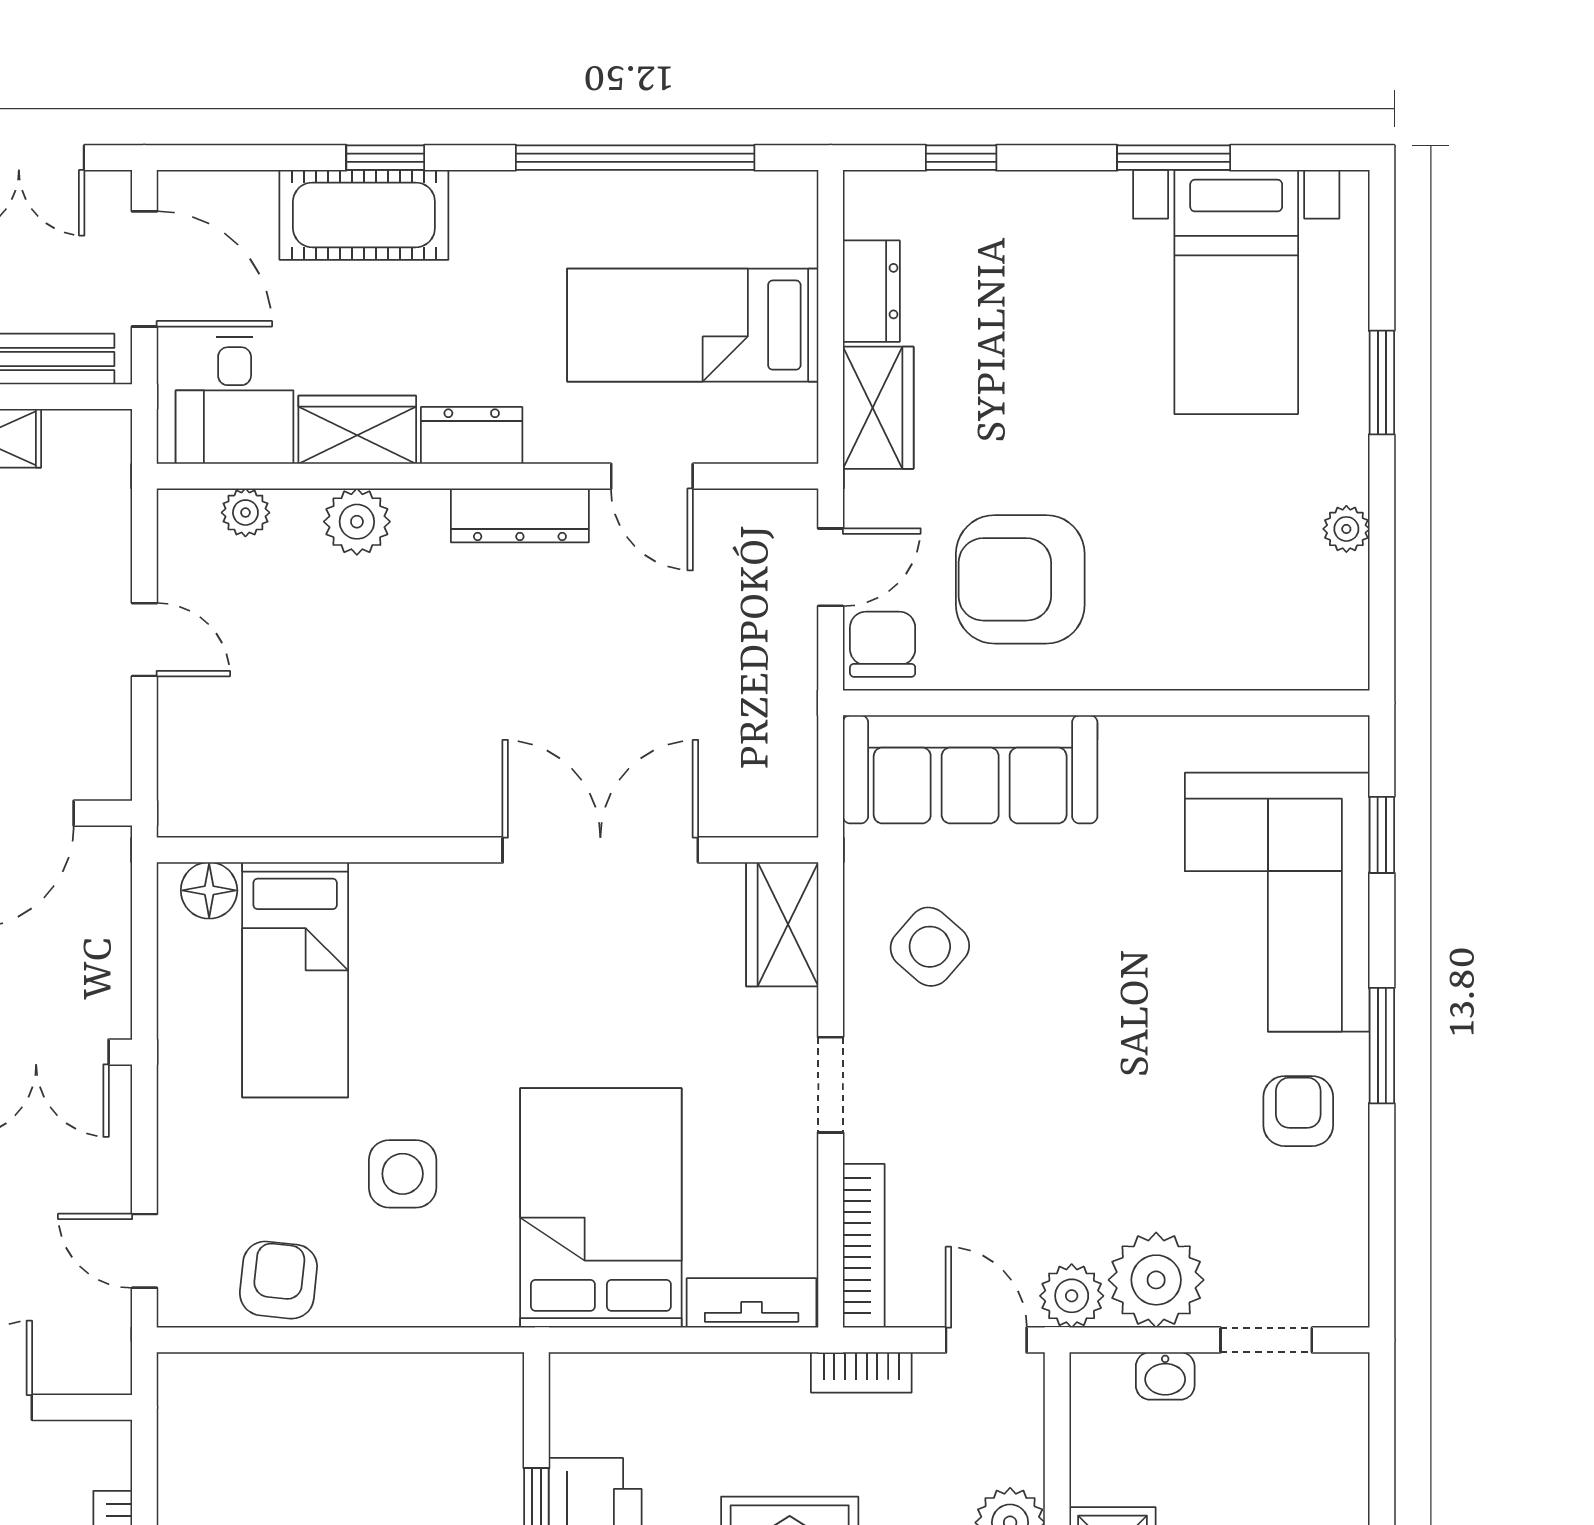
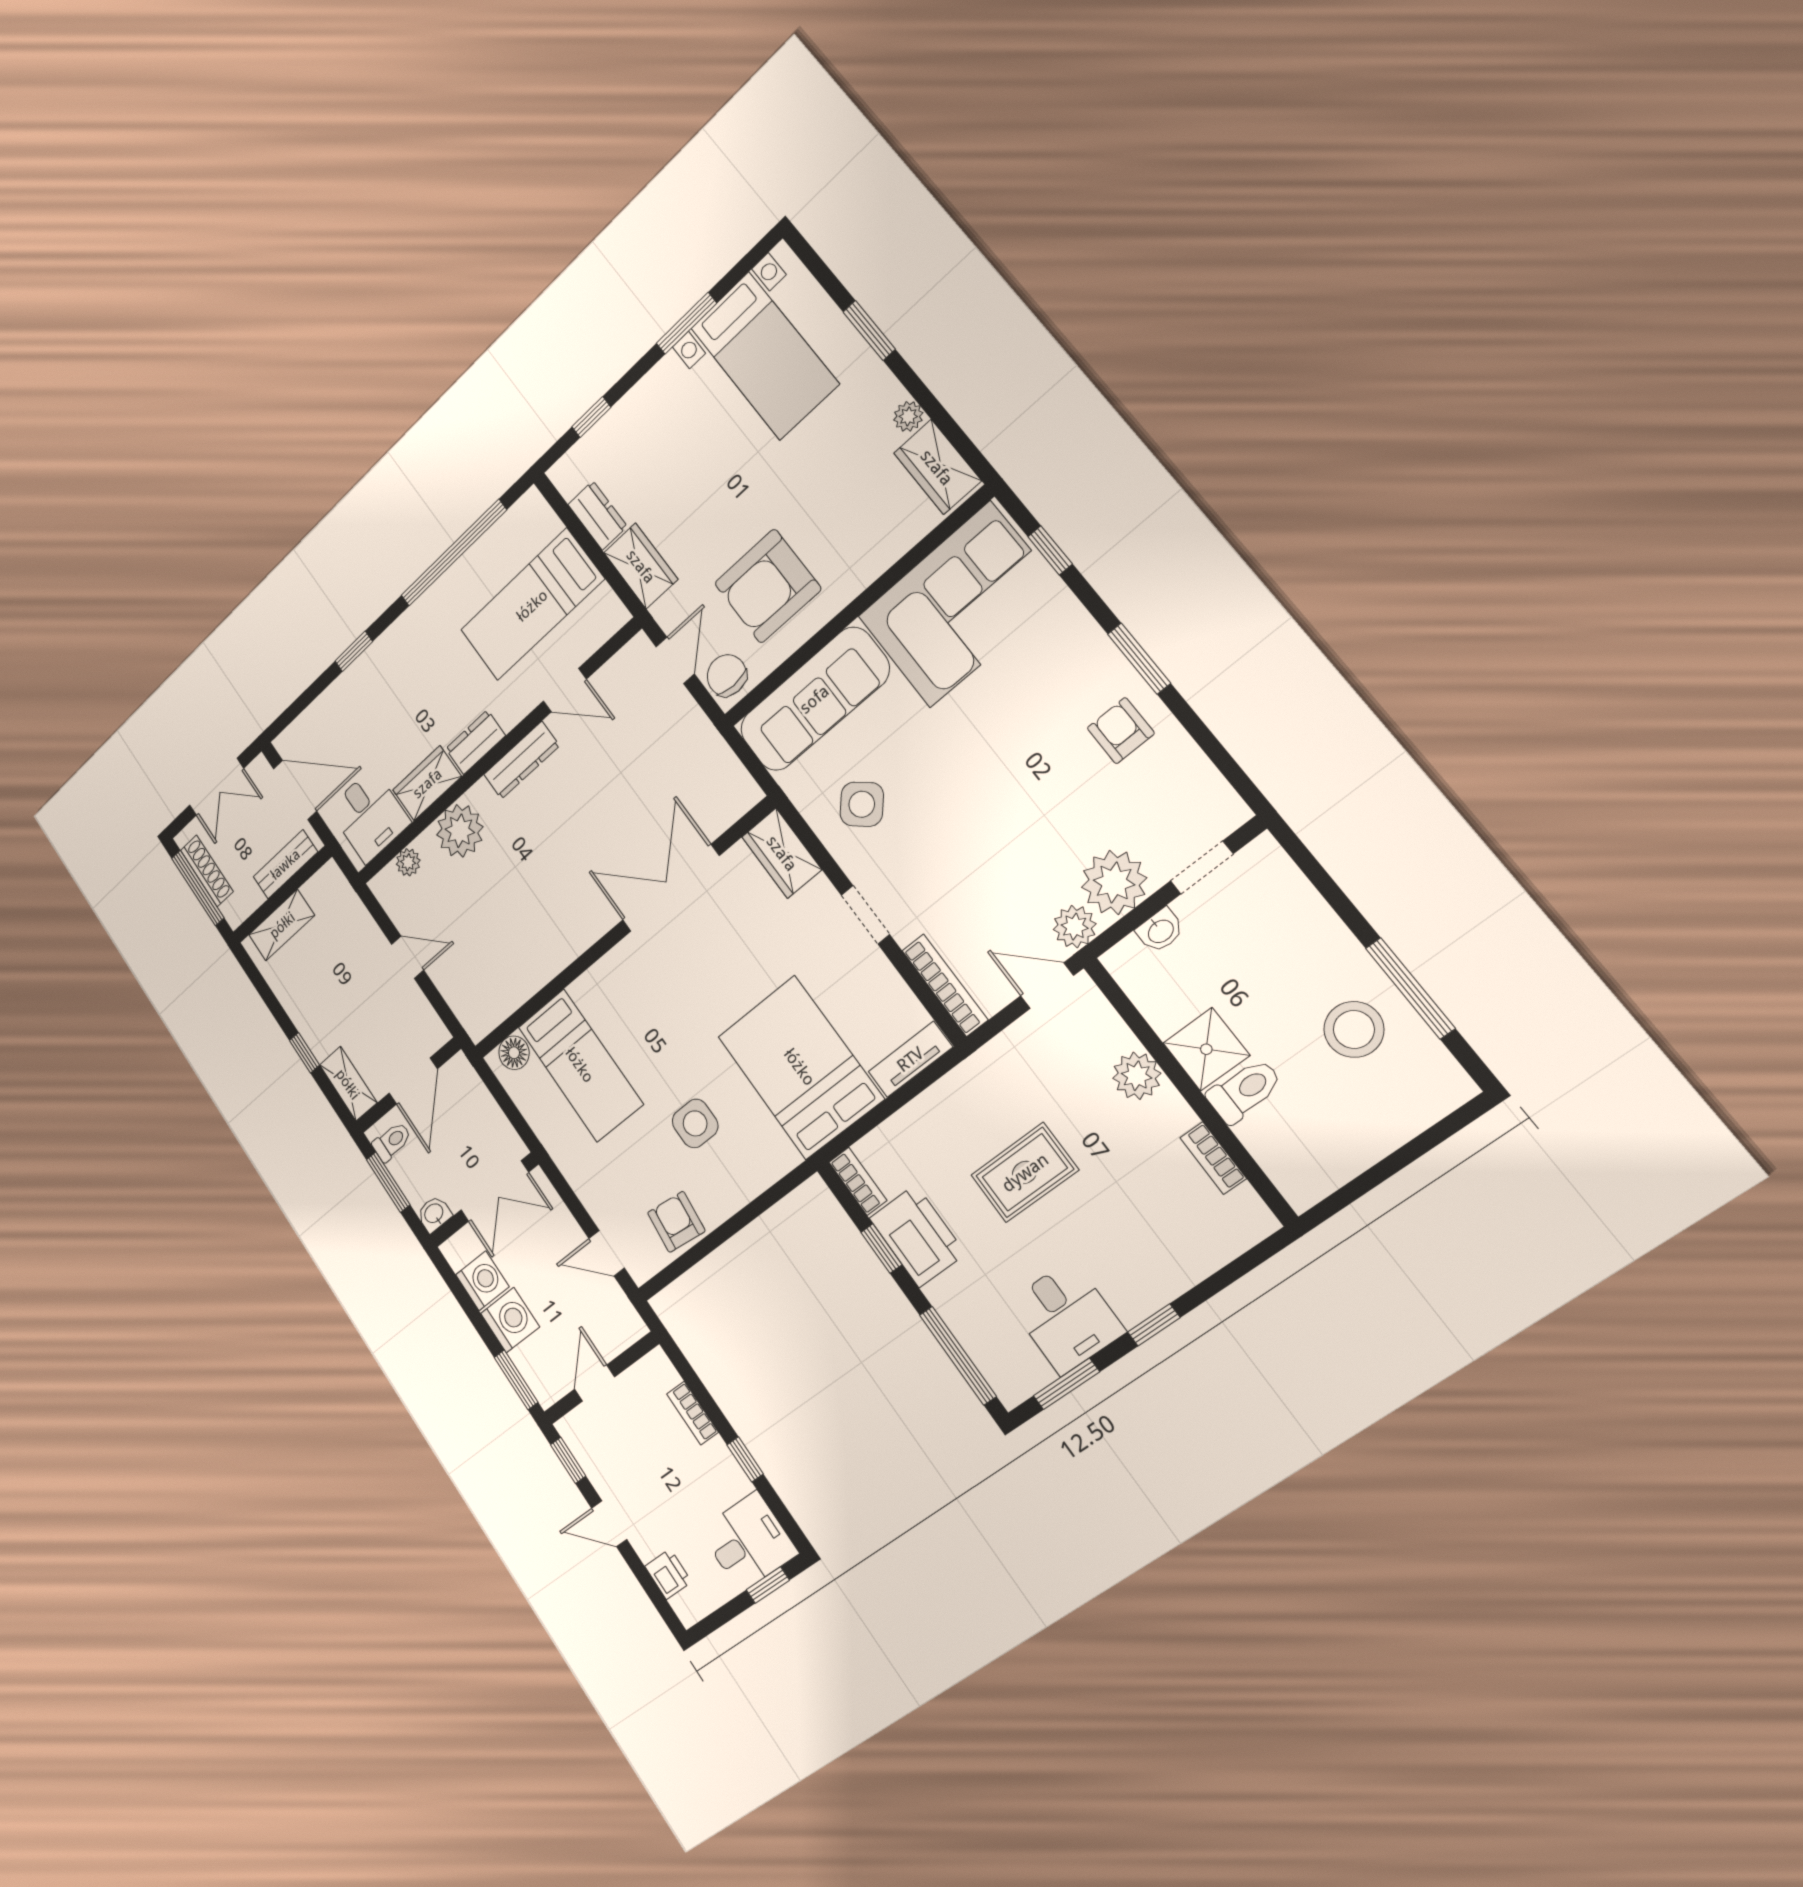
cot: (364, 215) -> (363, 685), removed
plant: (357, 522) -> (460, 831), width x1.36, depth x1.36
wardrobe: (1333, 621) -> (937, 467), added
corner sofa: (1277, 902) -> (960, 605), moved, turned -90
bookcase: (861, 1372) -> (858, 1181), moved, turned -90

